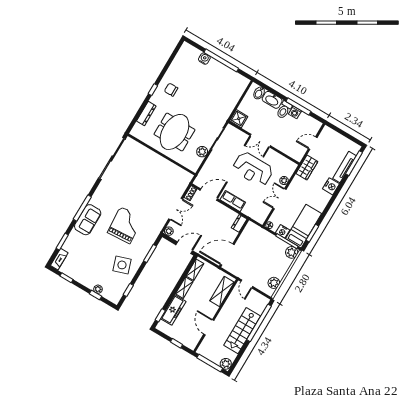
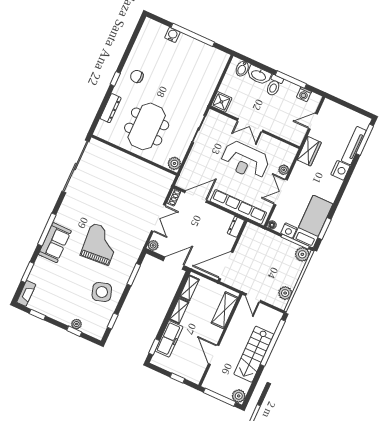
washing machine: (295, 112) -> (304, 94), moved
plant: (202, 152) -> (174, 163), moved
row of seats: (233, 201) -> (238, 207), width x2.02

